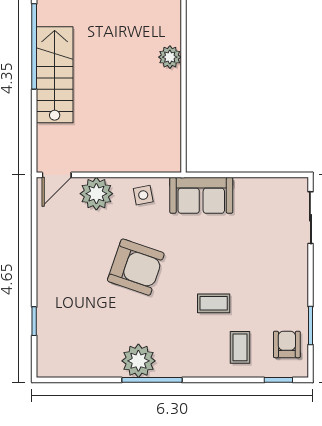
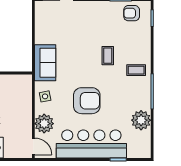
armchair: (136, 267) -> (87, 101), turned 71
bar counter: (61, 275) -> (91, 144), added
coffee table: (240, 347) -> (136, 70), moved
plant: (138, 361) -> (141, 120), moved

